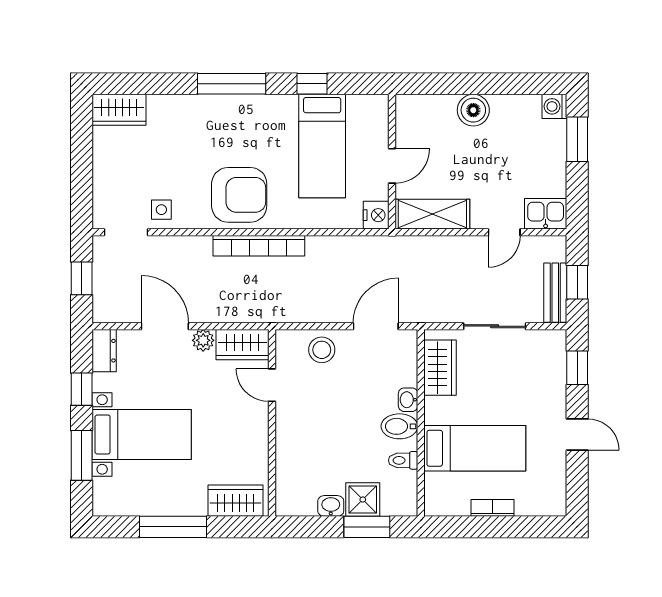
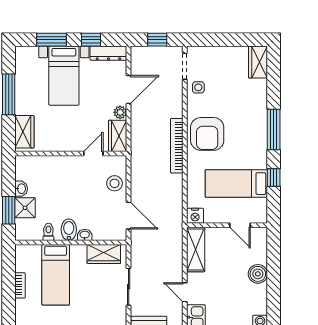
door: (392, 166) -> (240, 225), moved
dresser: (104, 351) -> (108, 53), width x1.44

